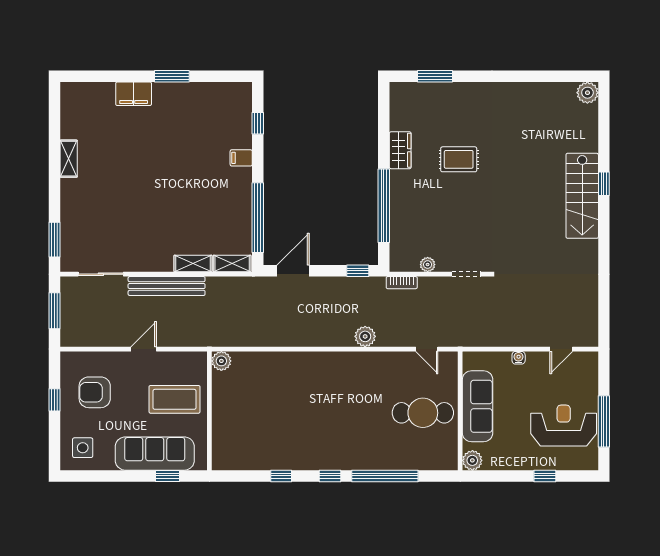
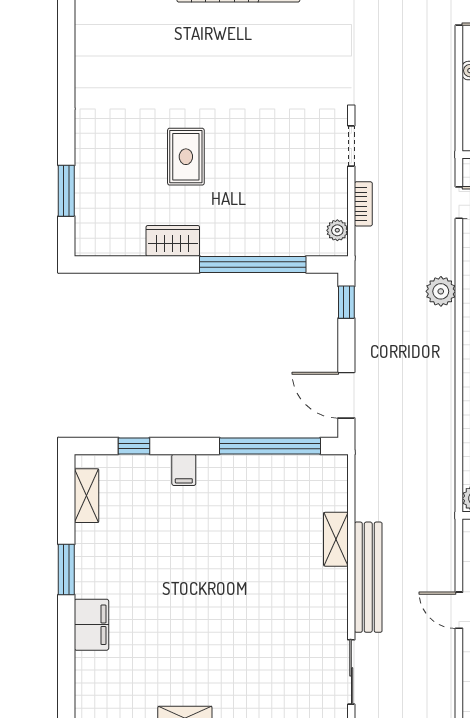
shelving: (232, 264) -> (87, 496), moved
plant: (428, 265) -> (337, 230), moved
bookcase: (402, 283) -> (363, 204), moved

